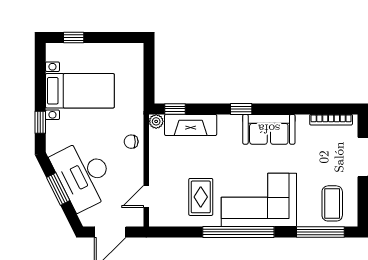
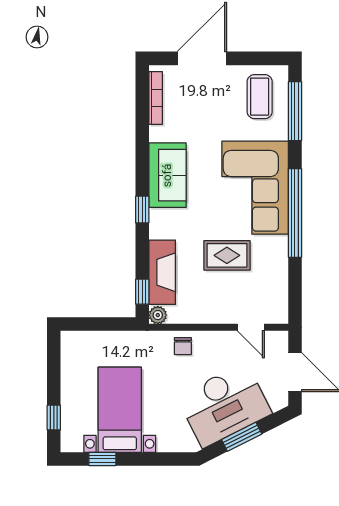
window: (40, 122) -> (102, 459), moved
rug: (201, 197) -> (227, 255), moved
coffee table: (332, 203) -> (260, 97), turned 90

